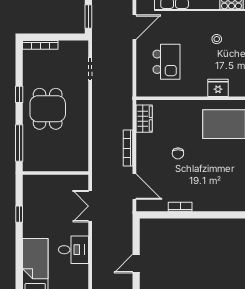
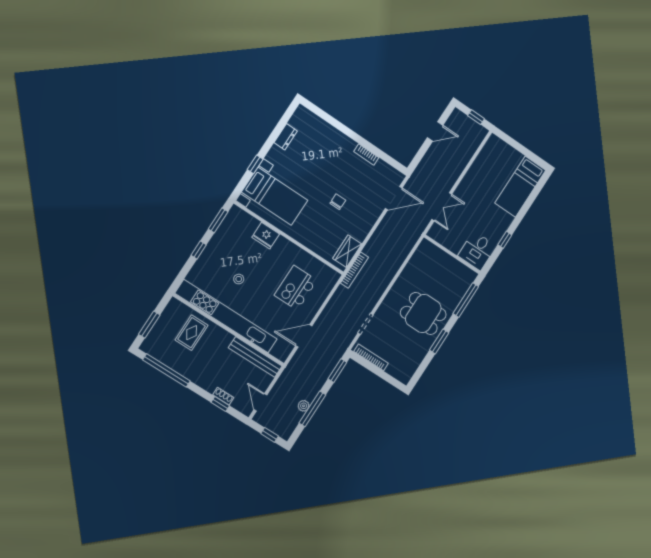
bookcase: (40, 45) -> (371, 357), moved
window: (19, 94) -> (439, 341), width x1.50
dining table: (48, 109) -> (423, 314), turned 90
bookcase: (128, 148) -> (354, 270), moved
door: (134, 187) -> (394, 198), swing flipped
desk: (73, 250) -> (477, 251), moved, turned -90

